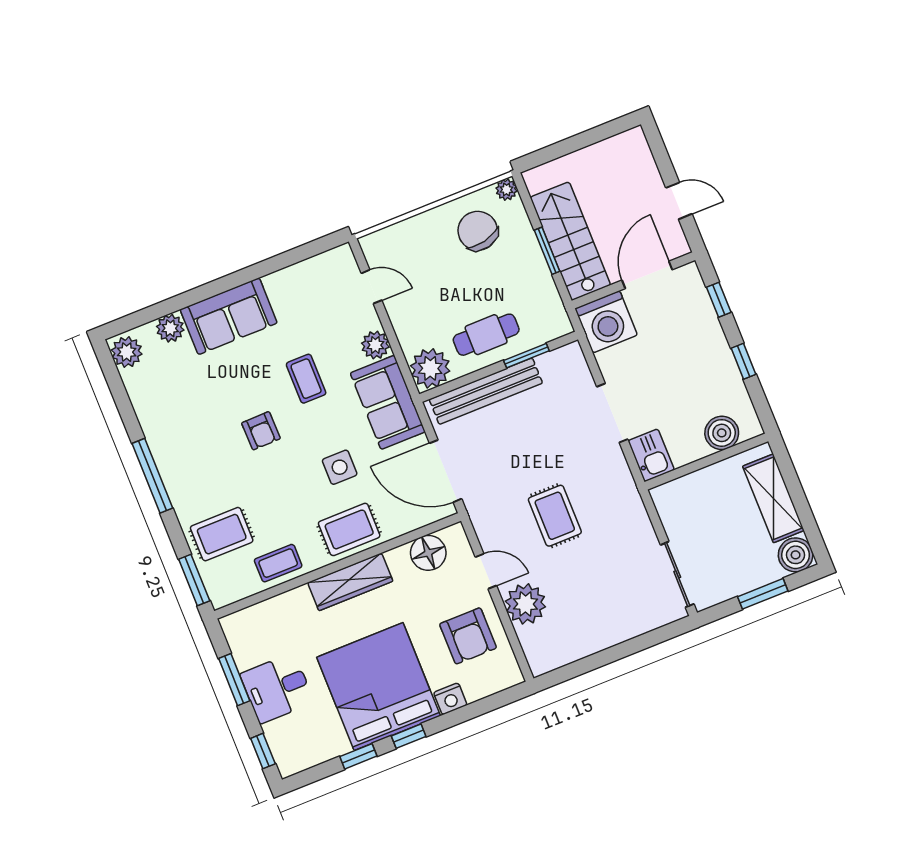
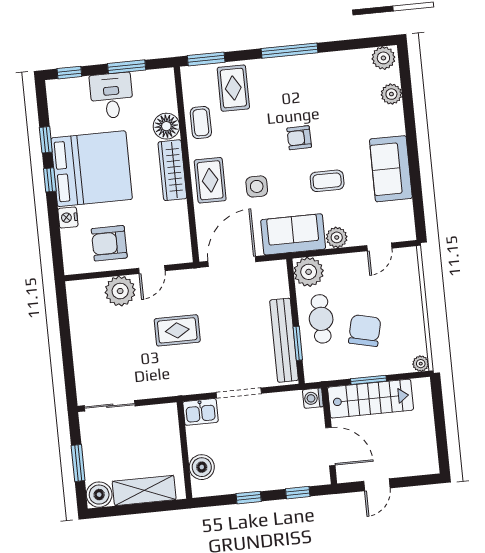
chair: (478, 231) -> (365, 331), moved, turned -64
sofa: (229, 316) -> (391, 169), moved
washing machine: (606, 322) -> (313, 398), width x0.53, depth x0.53
bench: (486, 391) -> (284, 340), moved
floor lamp: (428, 553) -> (166, 126), moved

